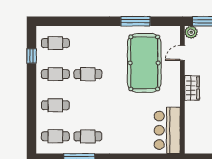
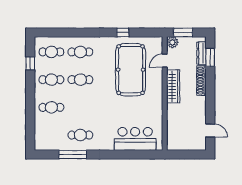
window: (135, 21) -> (123, 32), width x0.46
wardrobe: (192, 88) -> (173, 86), width x1.50
bar counter: (167, 130) -> (135, 139), moved, turned 90
cafe table: (55, 136) -> (80, 52), moved

